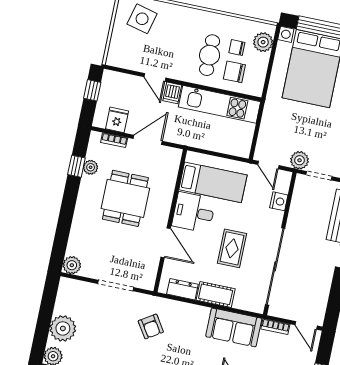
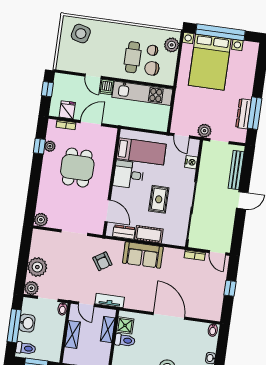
door: (166, 243) -> (108, 211), moved
sofa: (234, 327) -> (143, 255), moved

